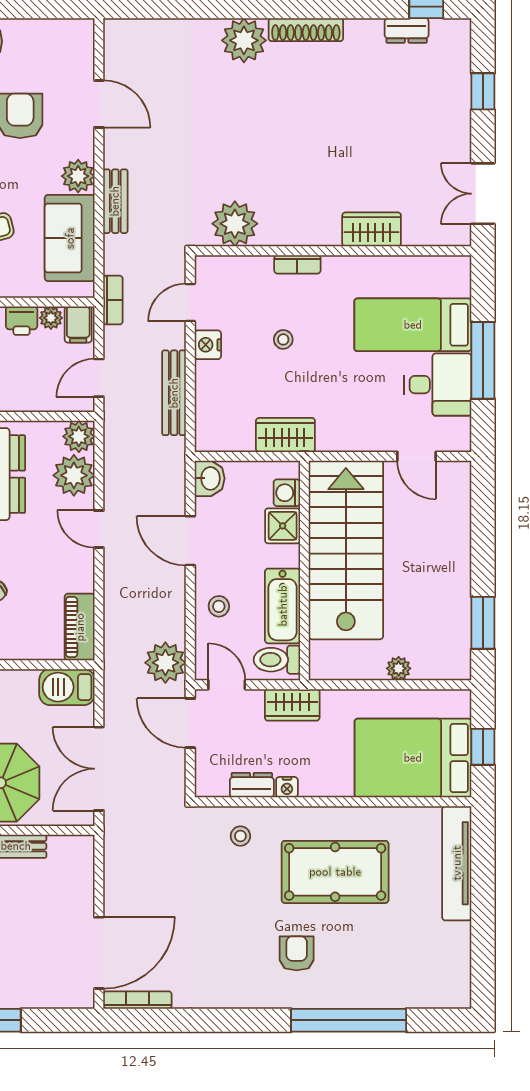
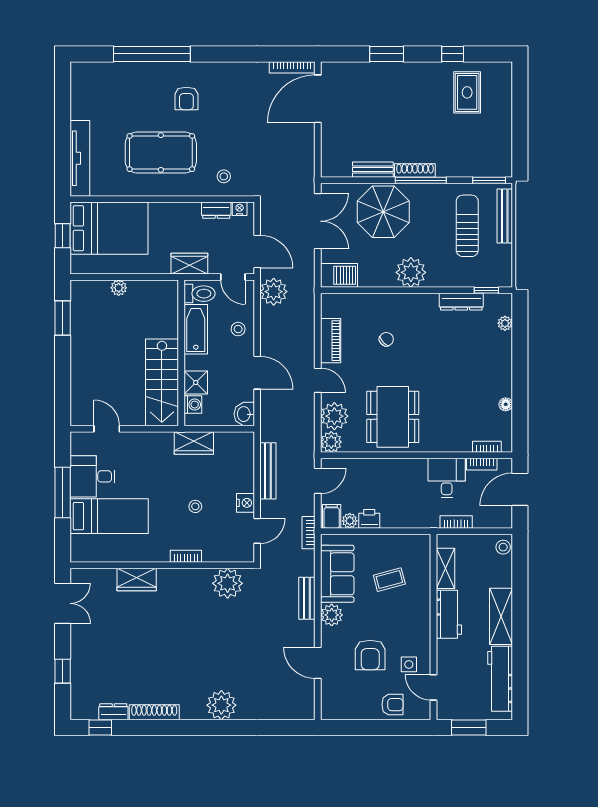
shoe rack: (306, 30) -> (154, 712), moved
stairs: (346, 550) -> (162, 382), width x0.73, depth x0.66
piano: (80, 627) -> (331, 341), moved
nightstand: (287, 787) -> (240, 209), moved

